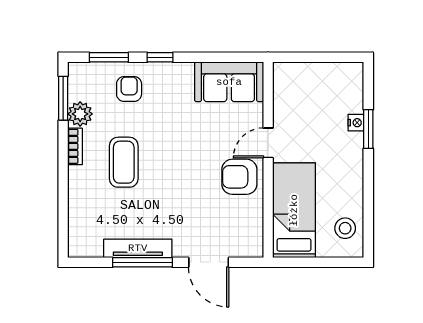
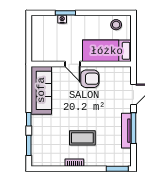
sofa: (229, 82) -> (41, 90), width x1.36
armchair: (129, 89) -> (45, 135), removed
window: (63, 98) -> (117, 169), moved
plant: (80, 114) -> (58, 160), removed
armchair: (239, 177) -> (90, 79), turned -90

